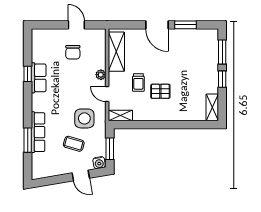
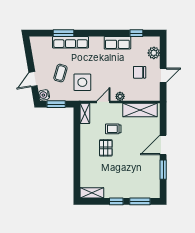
plant: (50, 36) -> (154, 53), added
window: (28, 74) -> (136, 33), moved

